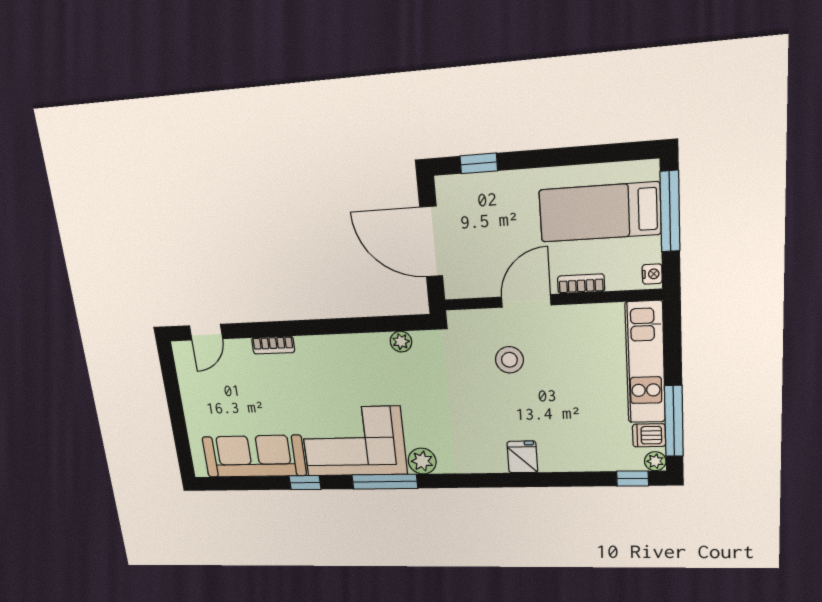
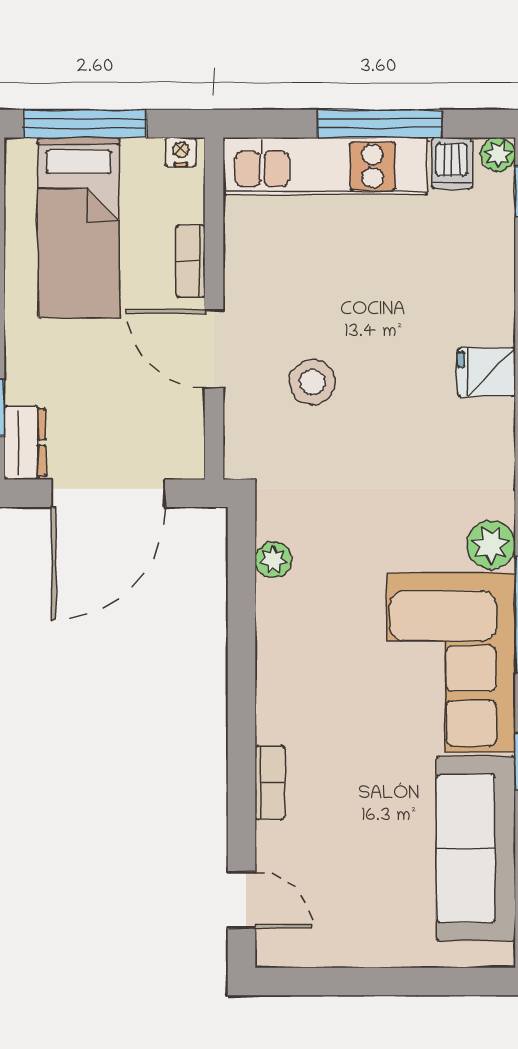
dresser: (458, 187) -> (25, 443), added
window: (674, 421) -> (379, 124), moved

